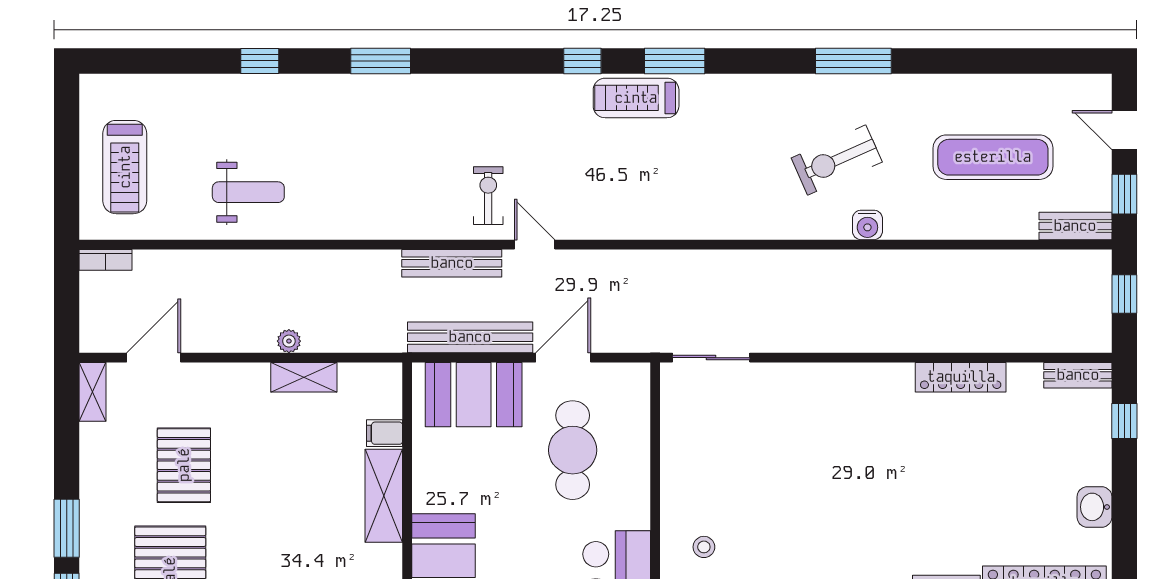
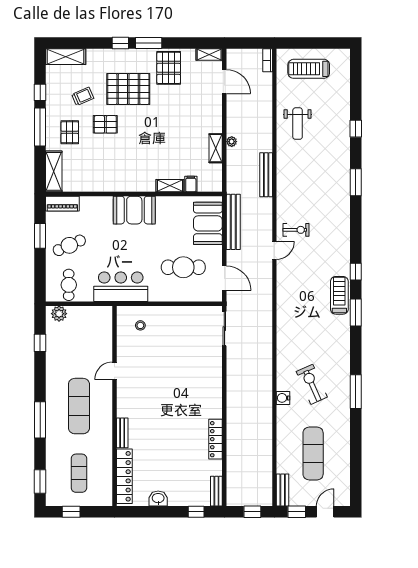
bench: (452, 263) -> (266, 175), moved
door: (563, 358) -> (224, 278), moved
pallet: (184, 465) -> (169, 68), moved, turned 90
shelving: (384, 496) -> (170, 186), width x0.67, depth x0.75

